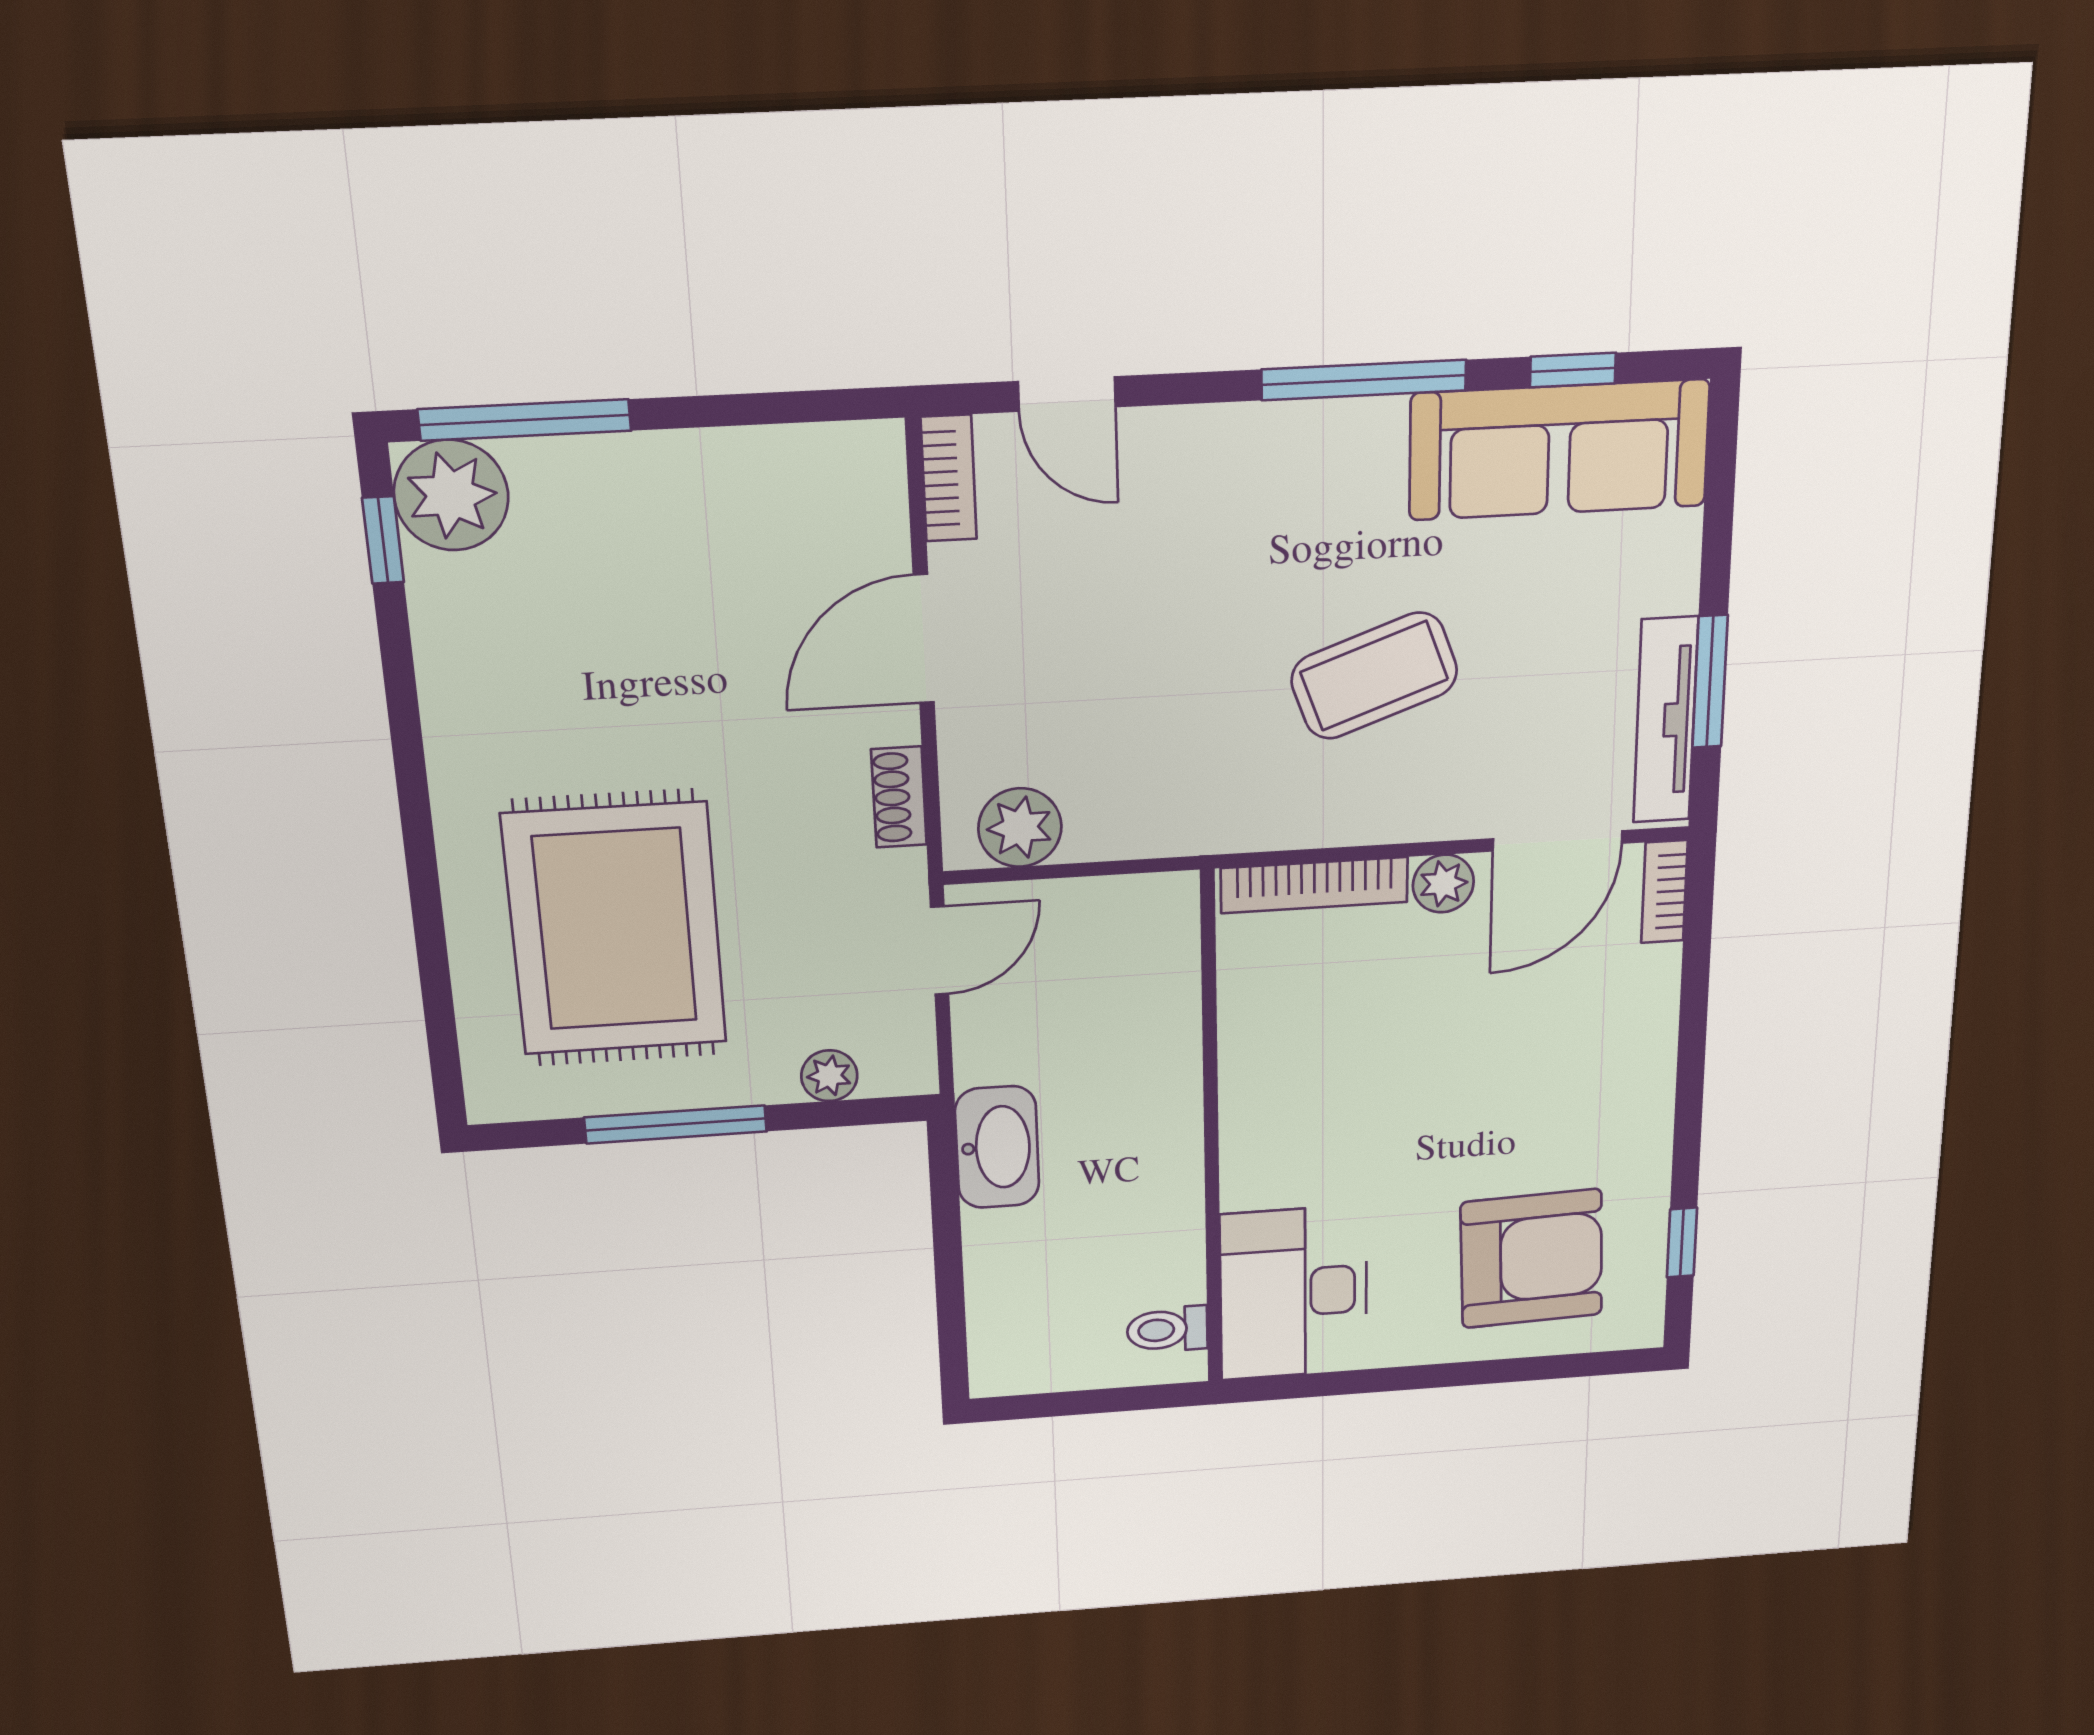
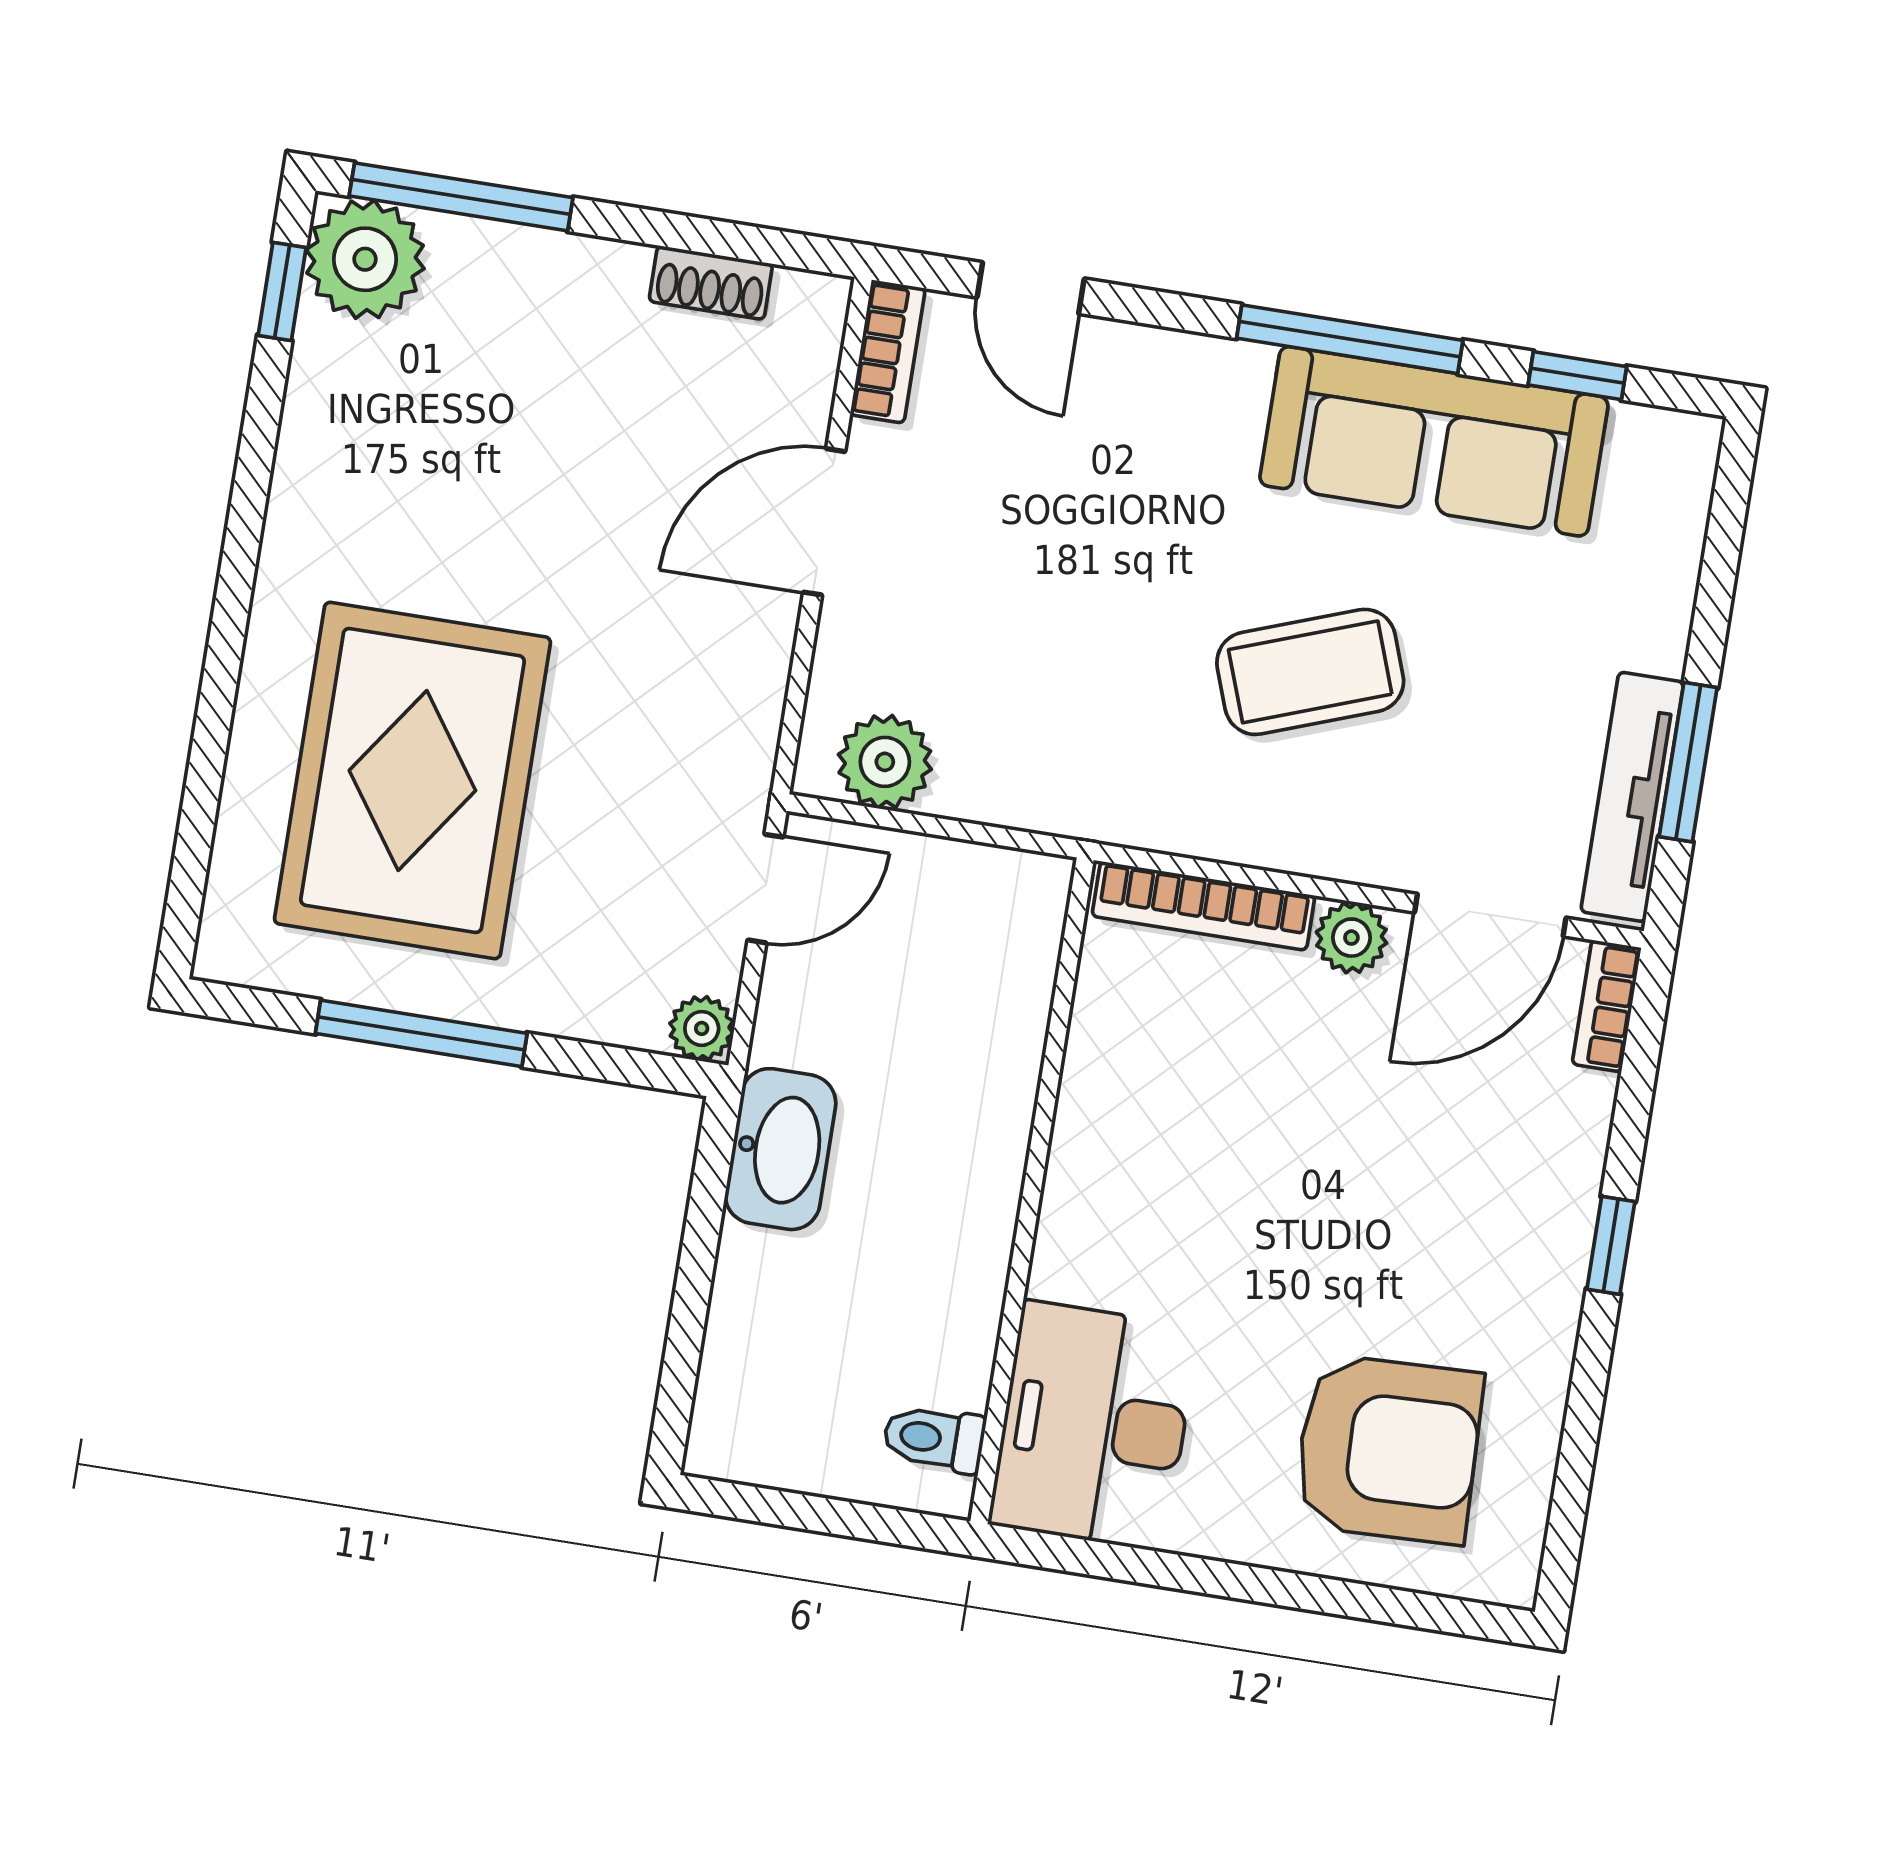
sofa: (1559, 450) -> (1434, 441), moved
shoe rack: (899, 797) -> (711, 283), moved, turned -90
plant: (829, 1076) -> (702, 1028), moved
window: (1682, 1243) -> (1611, 1245), moved

